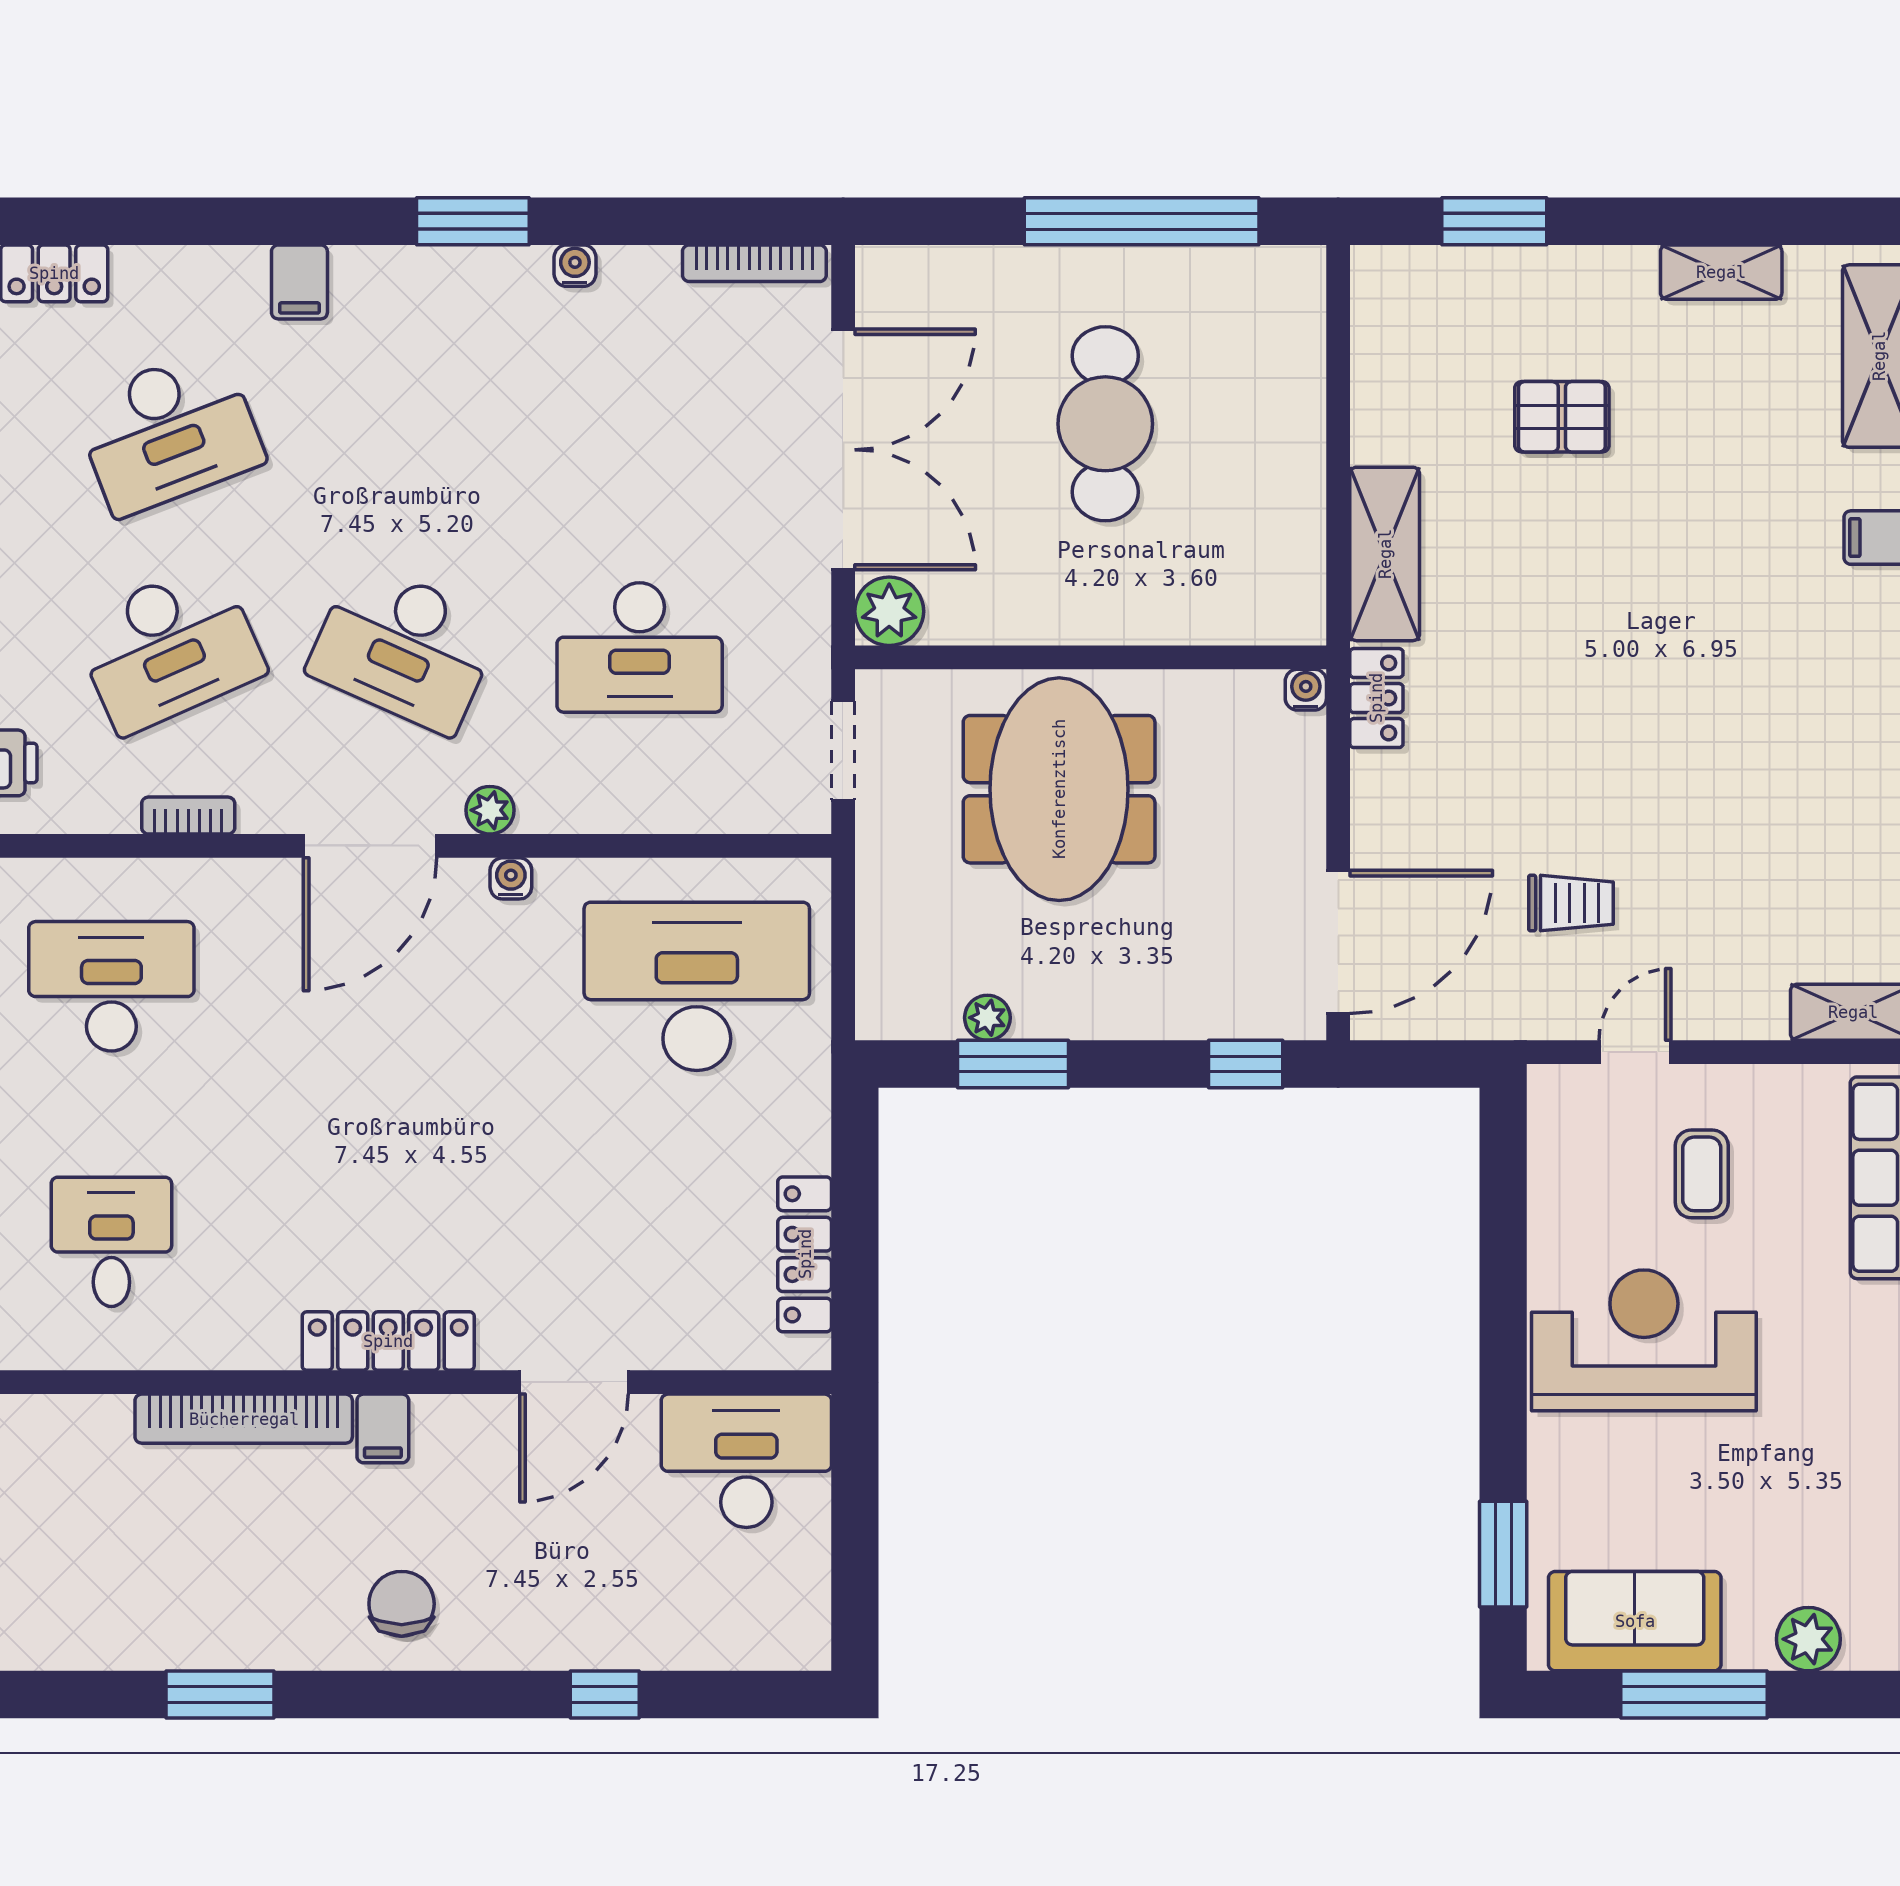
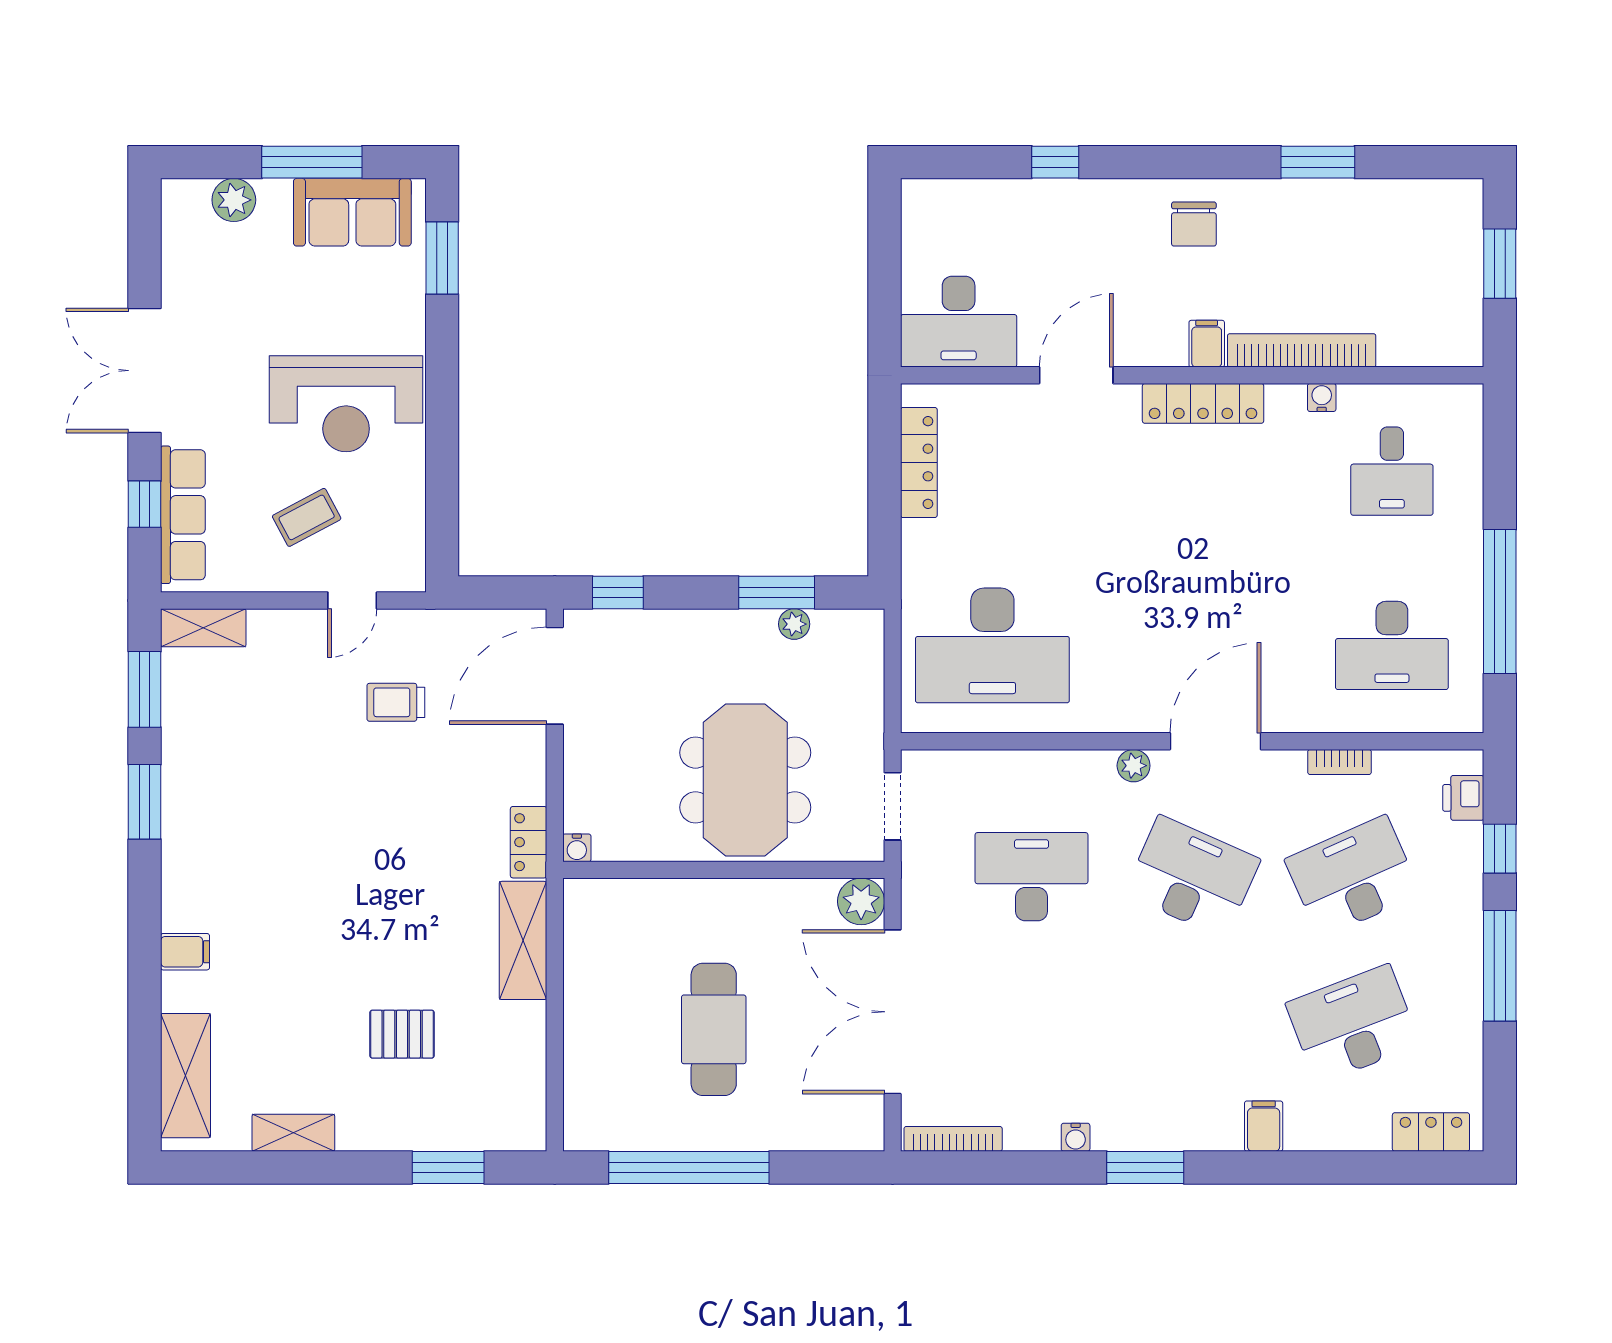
water cooler: (511, 878) -> (1322, 397), moved, turned 180
coffee table: (1702, 1174) -> (307, 517), turned 62

